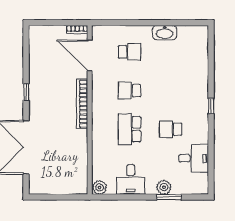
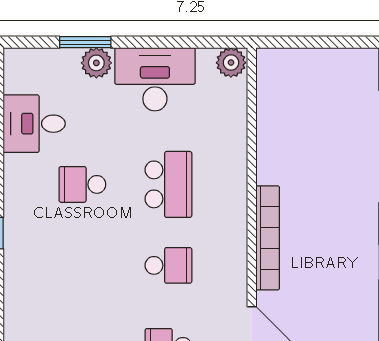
school desk: (171, 129) -> (82, 184), turned 180
desk: (131, 179) -> (155, 79), width x1.37

